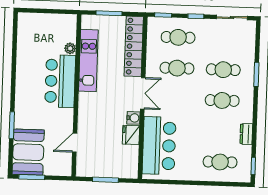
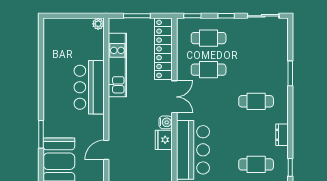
plant: (70, 48) -> (98, 24), moved
cafe table: (223, 70) -> (256, 70), removed

